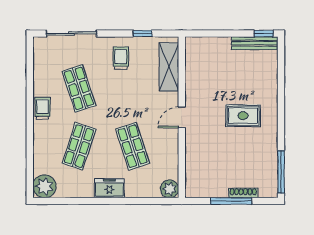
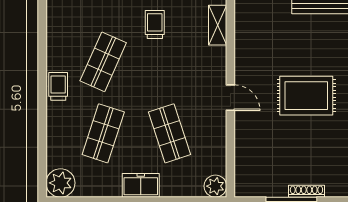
shelving: (169, 67) -> (218, 25), width x0.67, depth x0.75
shop shelf: (79, 88) -> (103, 62), turned 42
rug: (243, 116) -> (306, 96), width x1.36, depth x1.43
door: (182, 117) -> (230, 98), swing flipped

